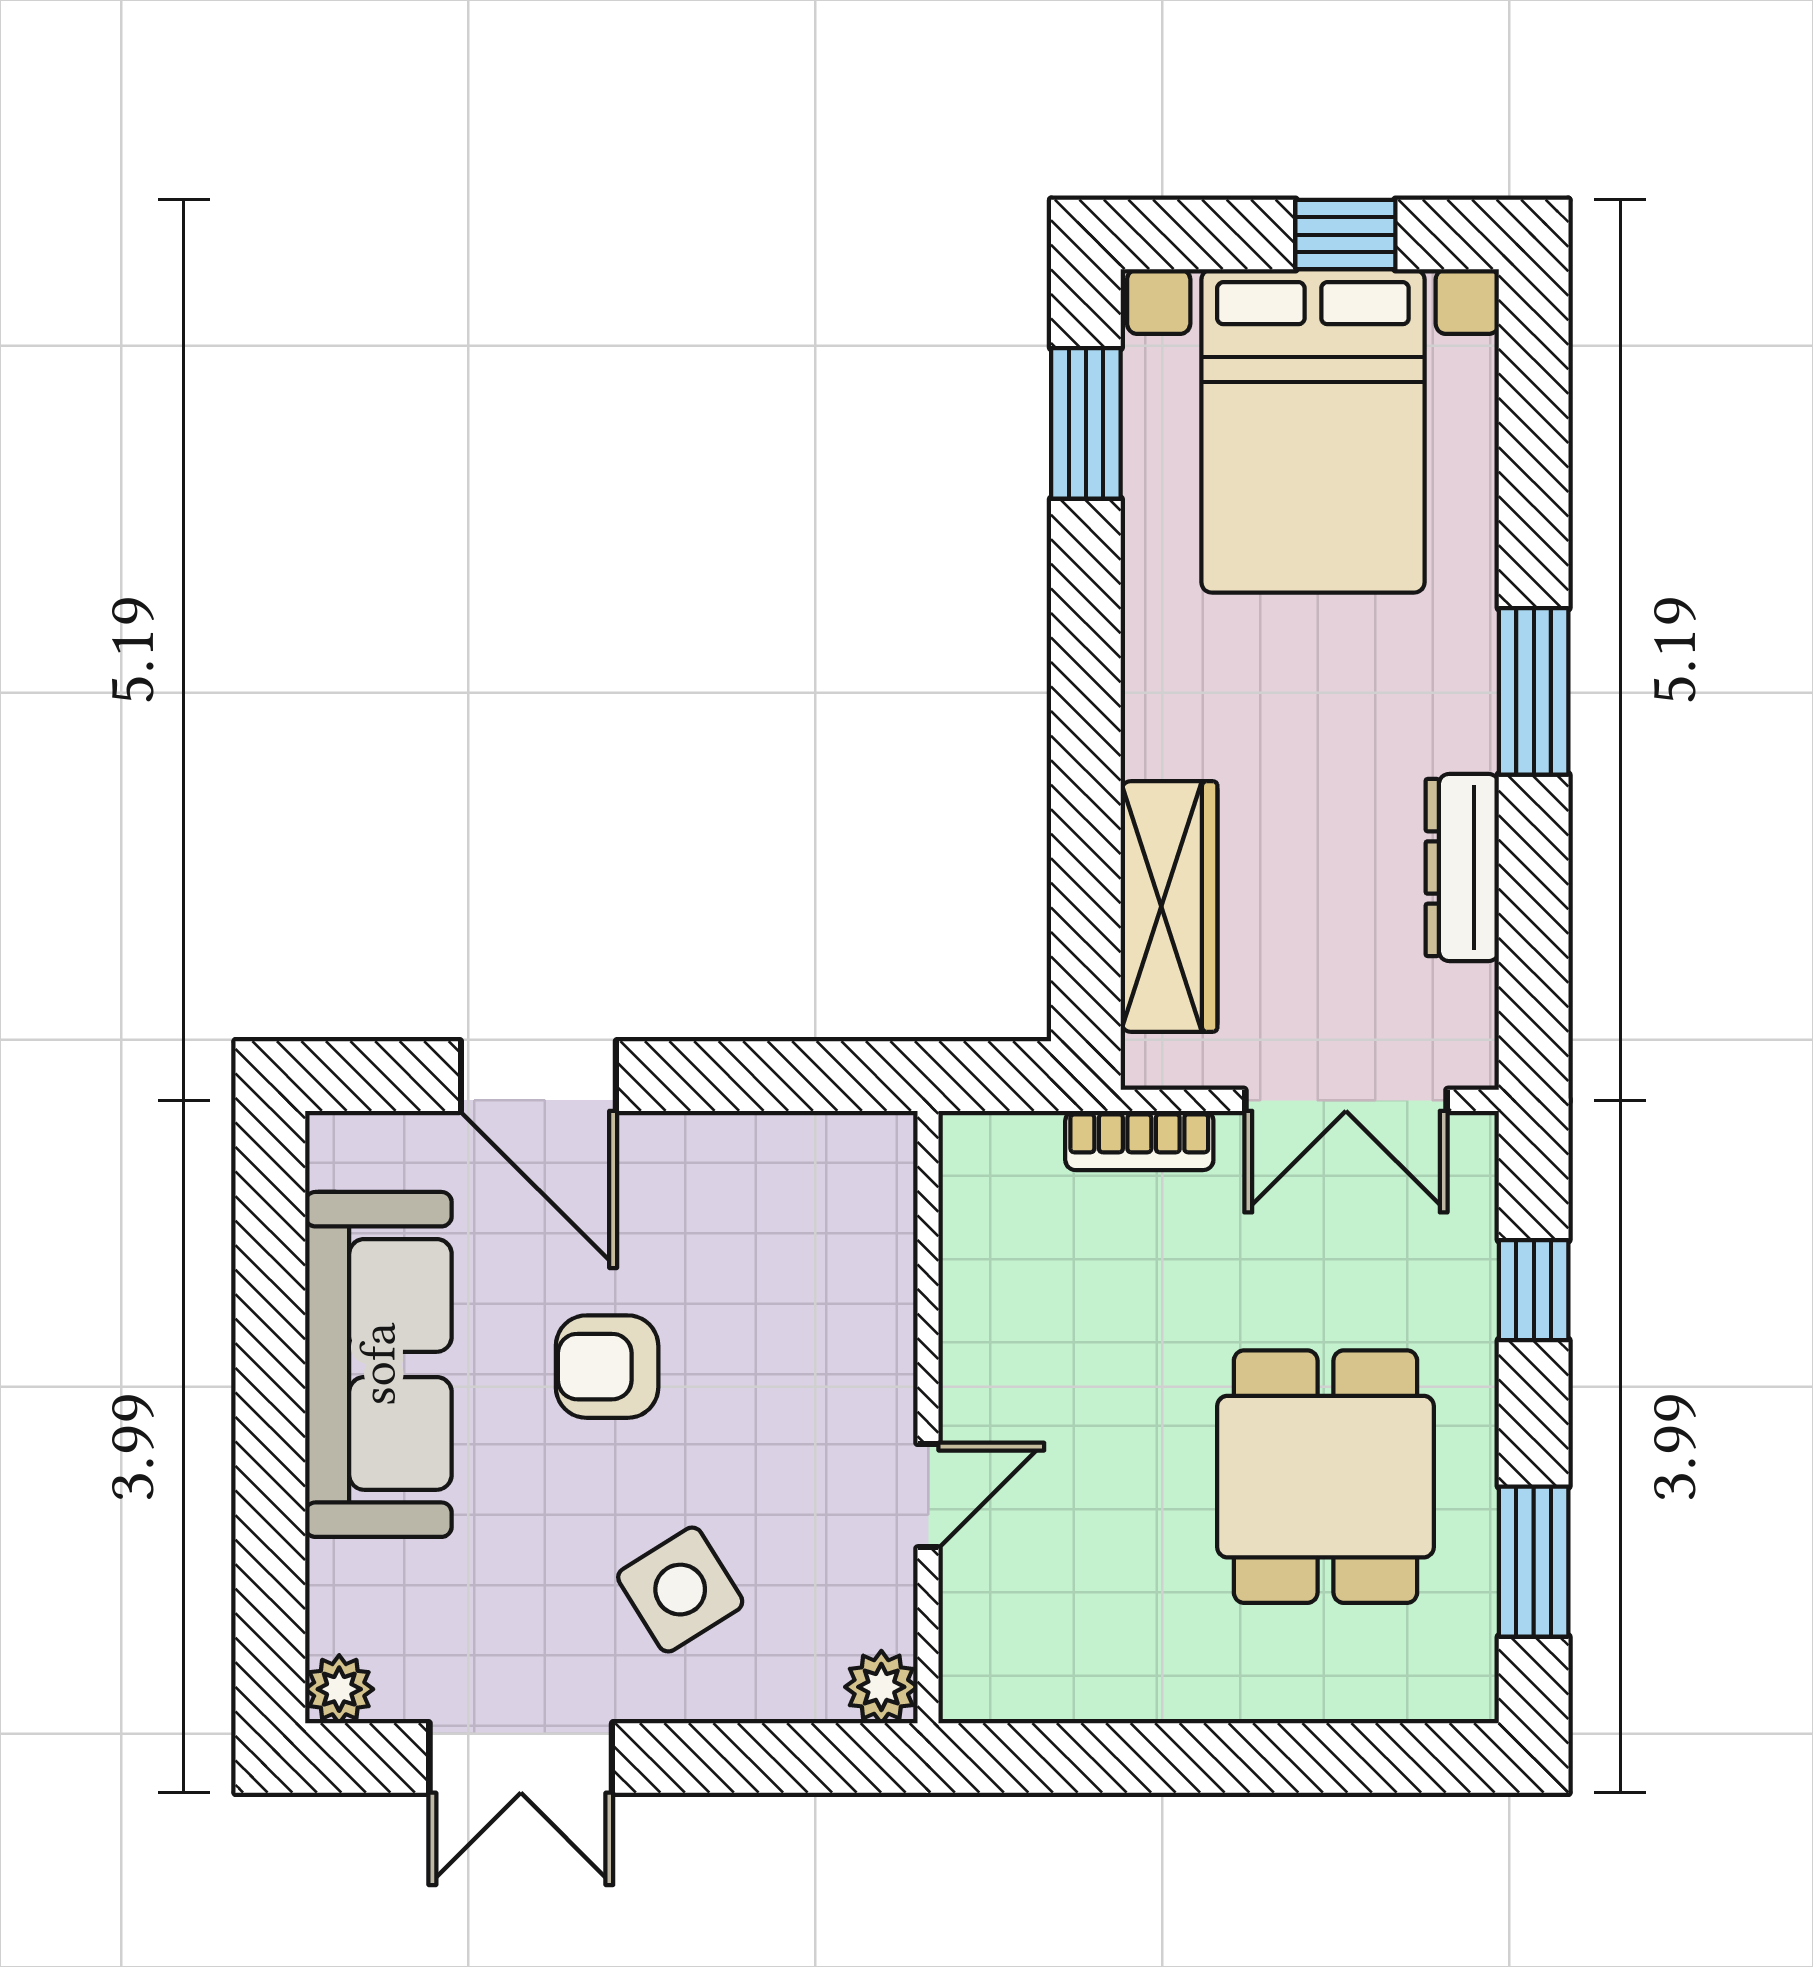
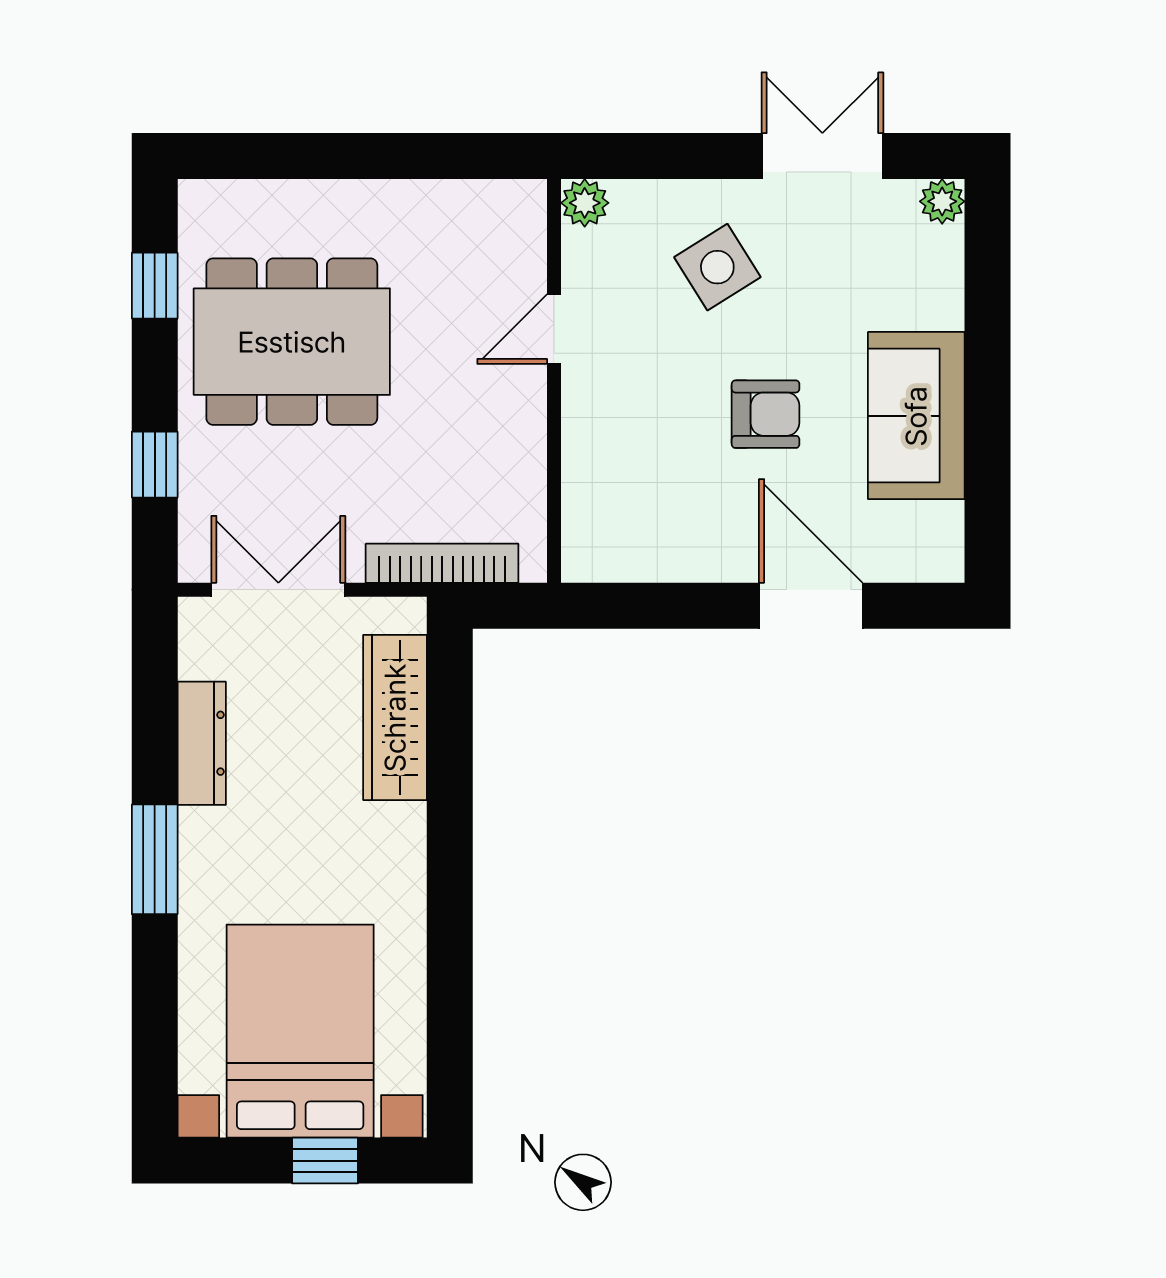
window: (1345, 235) -> (325, 1161), moved
window: (1086, 423) -> (450, 1036), removed
bookcase: (1139, 1140) -> (442, 563), width x1.56
sofa: (378, 1364) -> (916, 416), width x0.73
dining table: (1326, 1477) -> (292, 342), width x1.38
window: (1534, 1562) -> (155, 286), width x0.67

